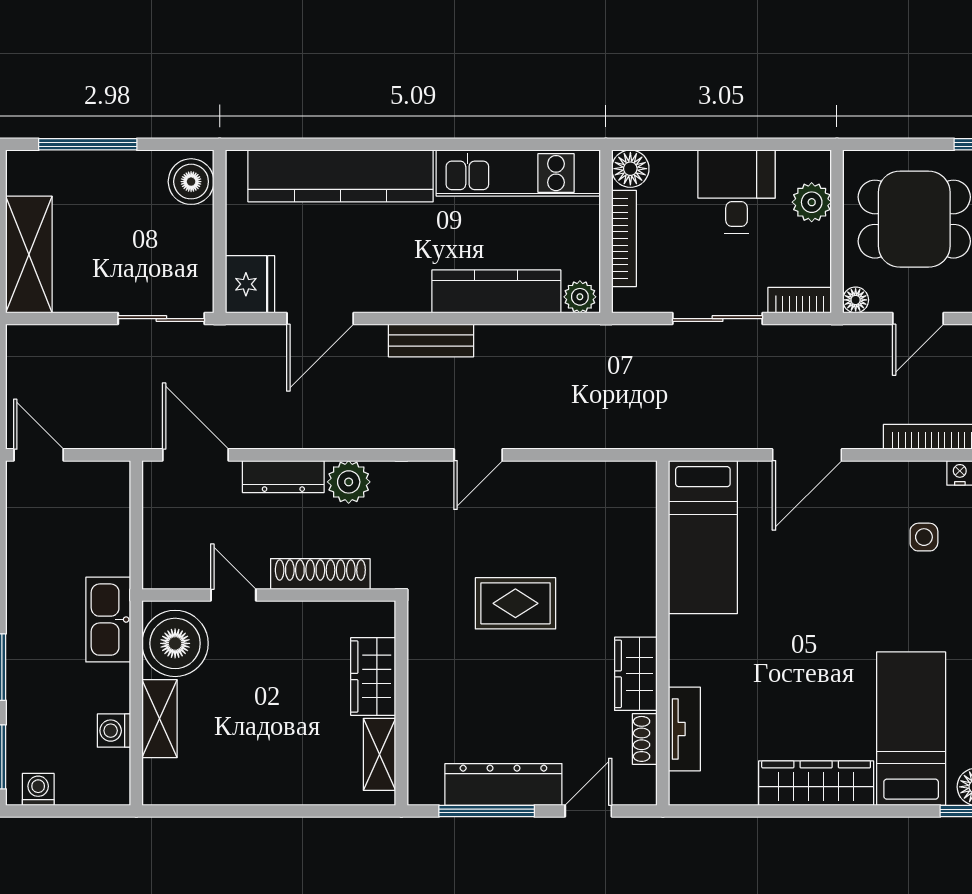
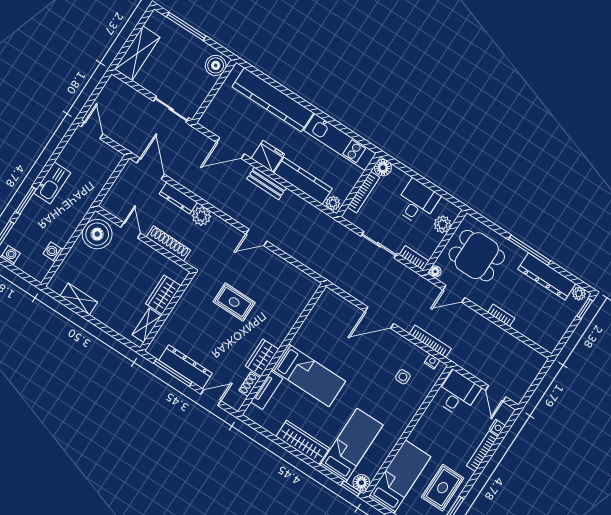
fridge: (250, 284) -> (268, 156), moved, turned -90
bed: (703, 537) -> (309, 375), moved, turned -90
kitchen sink: (108, 620) -> (52, 183), moved, turned 180
shelving: (159, 719) -> (79, 299), moved, turned 90

